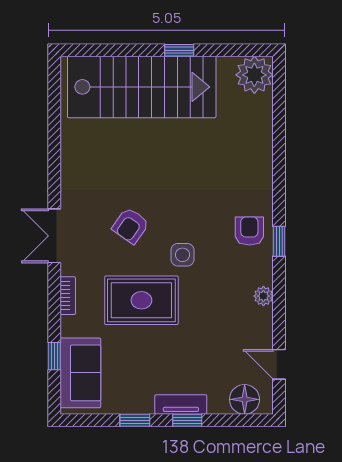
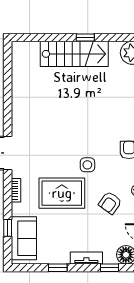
stairs: (142, 87) -> (74, 54), width x0.73, depth x0.66
armchair: (131, 226) -> (110, 203), moved
window: (187, 420) -> (110, 268), moved

